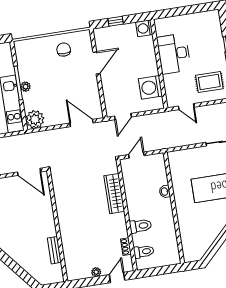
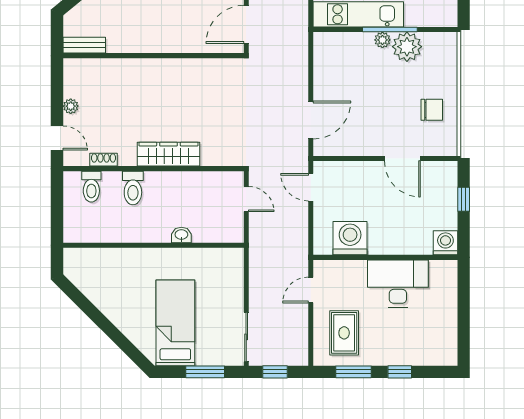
plant: (35, 119) -> (407, 47), moved
wardrobe: (114, 194) -> (168, 154), moved
bench: (54, 250) -> (84, 45), moved

